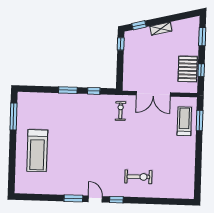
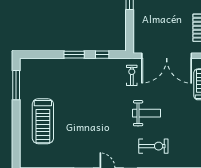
double door: (153, 94) -> (167, 56), width x1.36
weight bench: (133, 146) -> (146, 113), added

